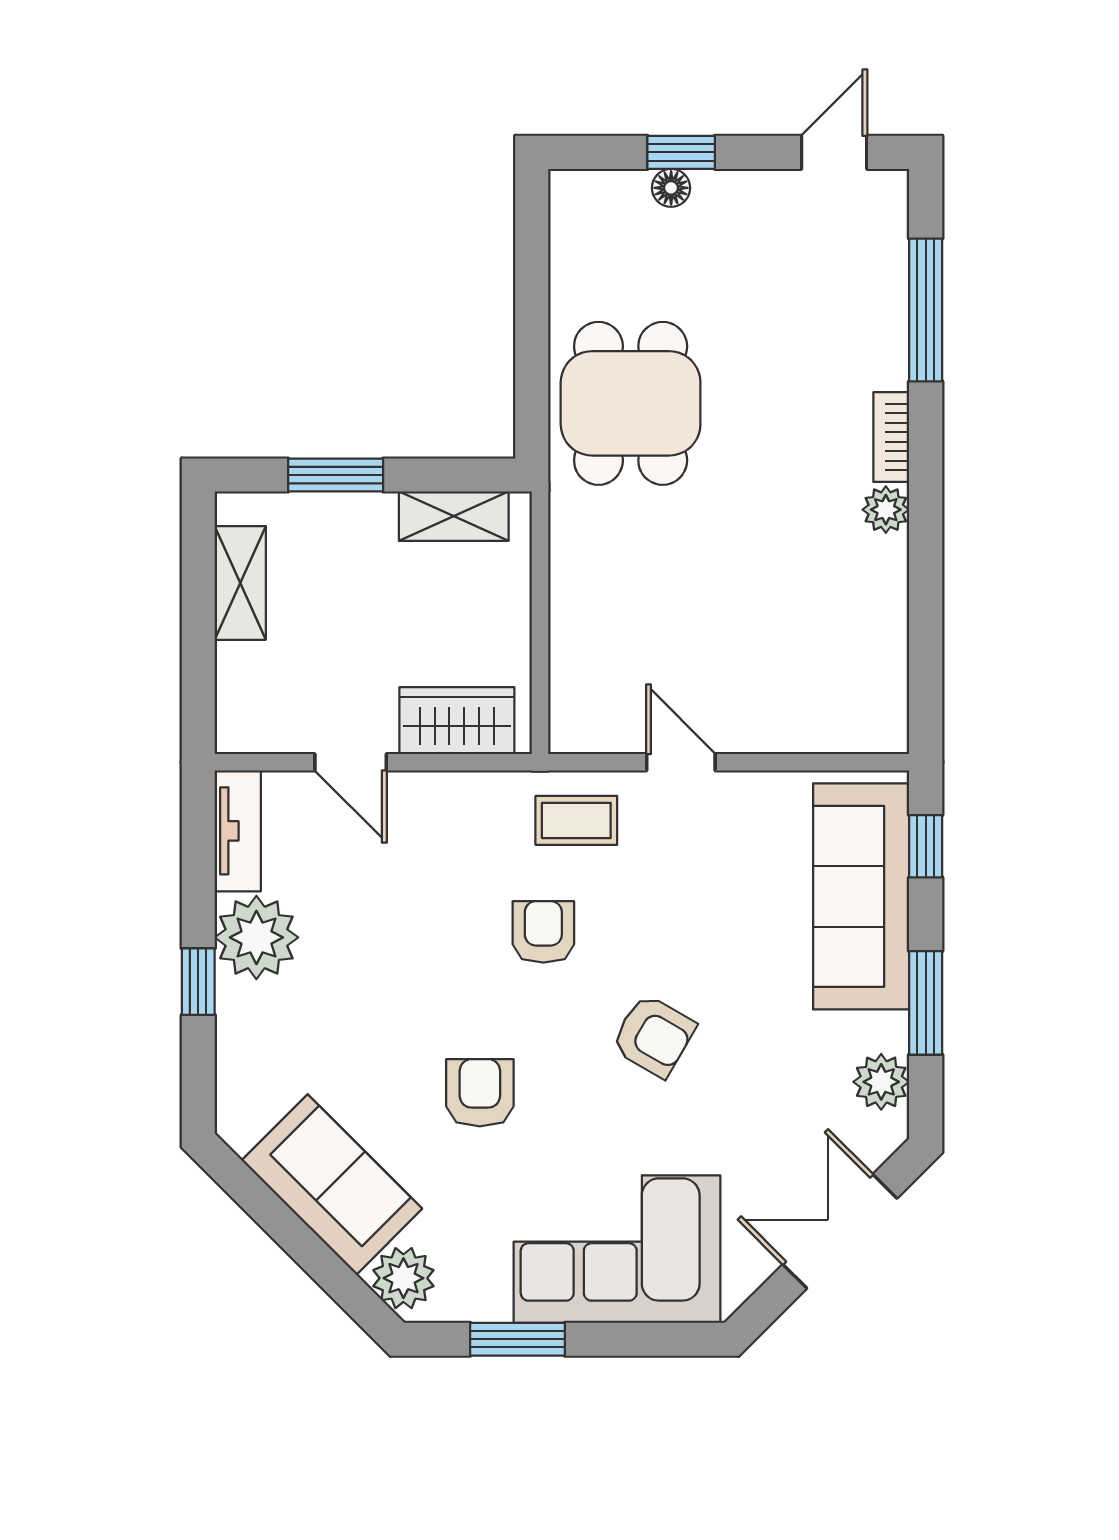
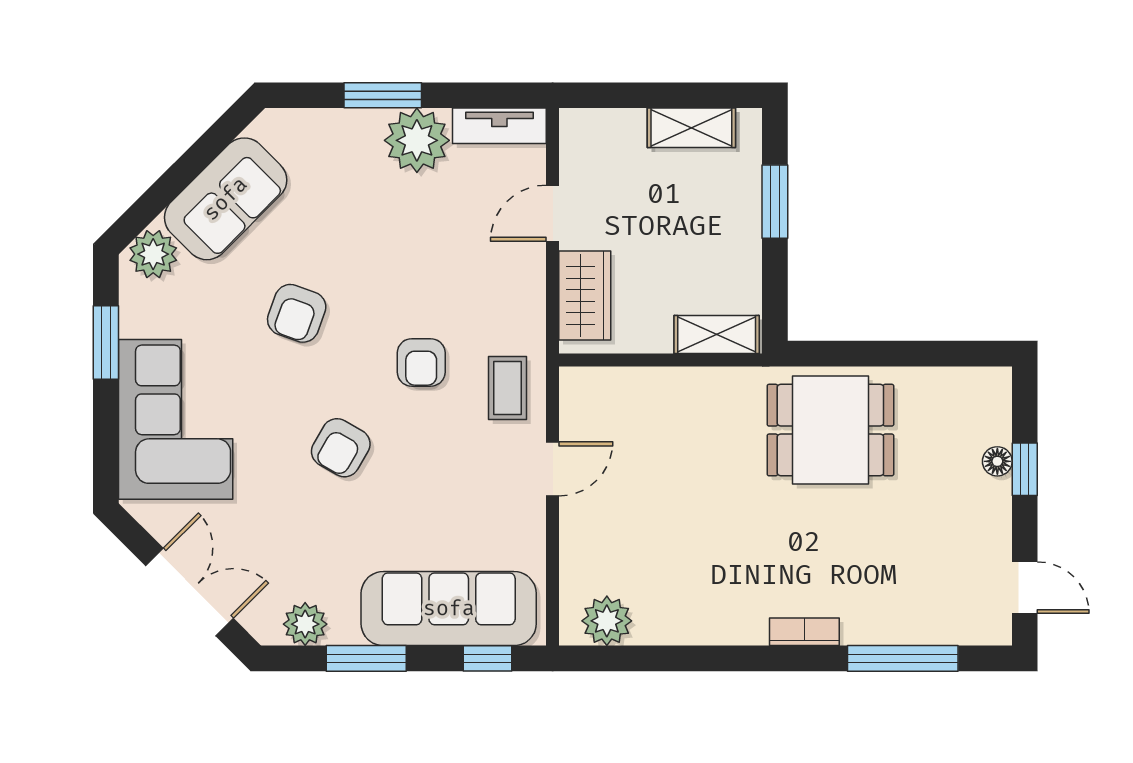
plant: (886, 510) -> (607, 621), moved, width x1.38, depth x1.38
shelving: (454, 516) -> (717, 334), moved, turned 90
armchair: (543, 932) -> (421, 362), turned 90
window: (198, 982) -> (383, 95), width x1.50
armchair: (480, 1093) -> (297, 313), turned 110

